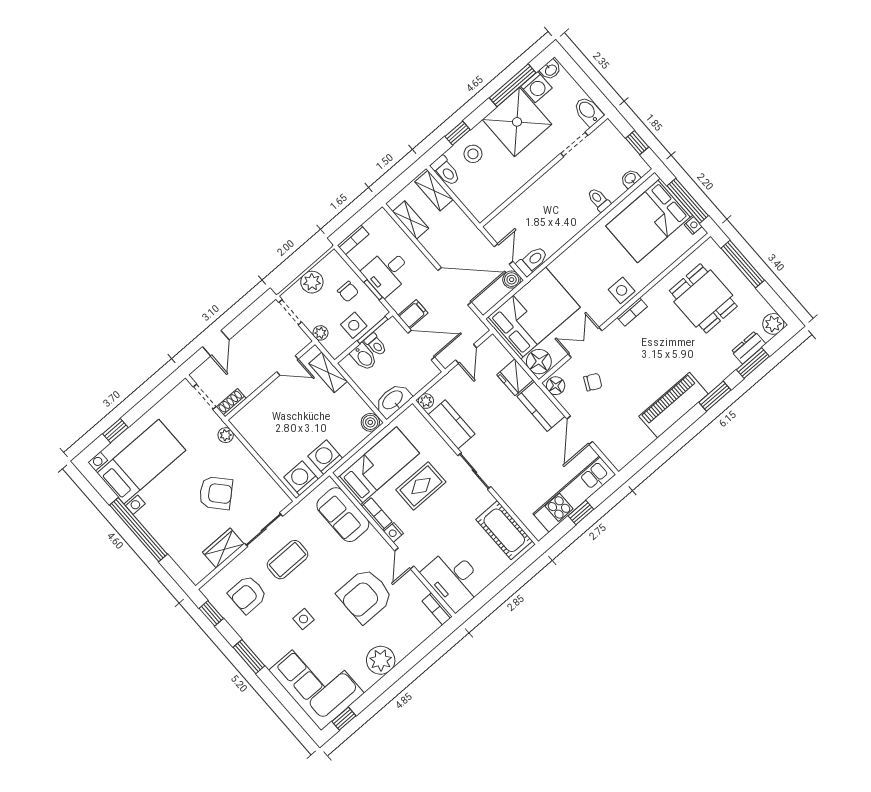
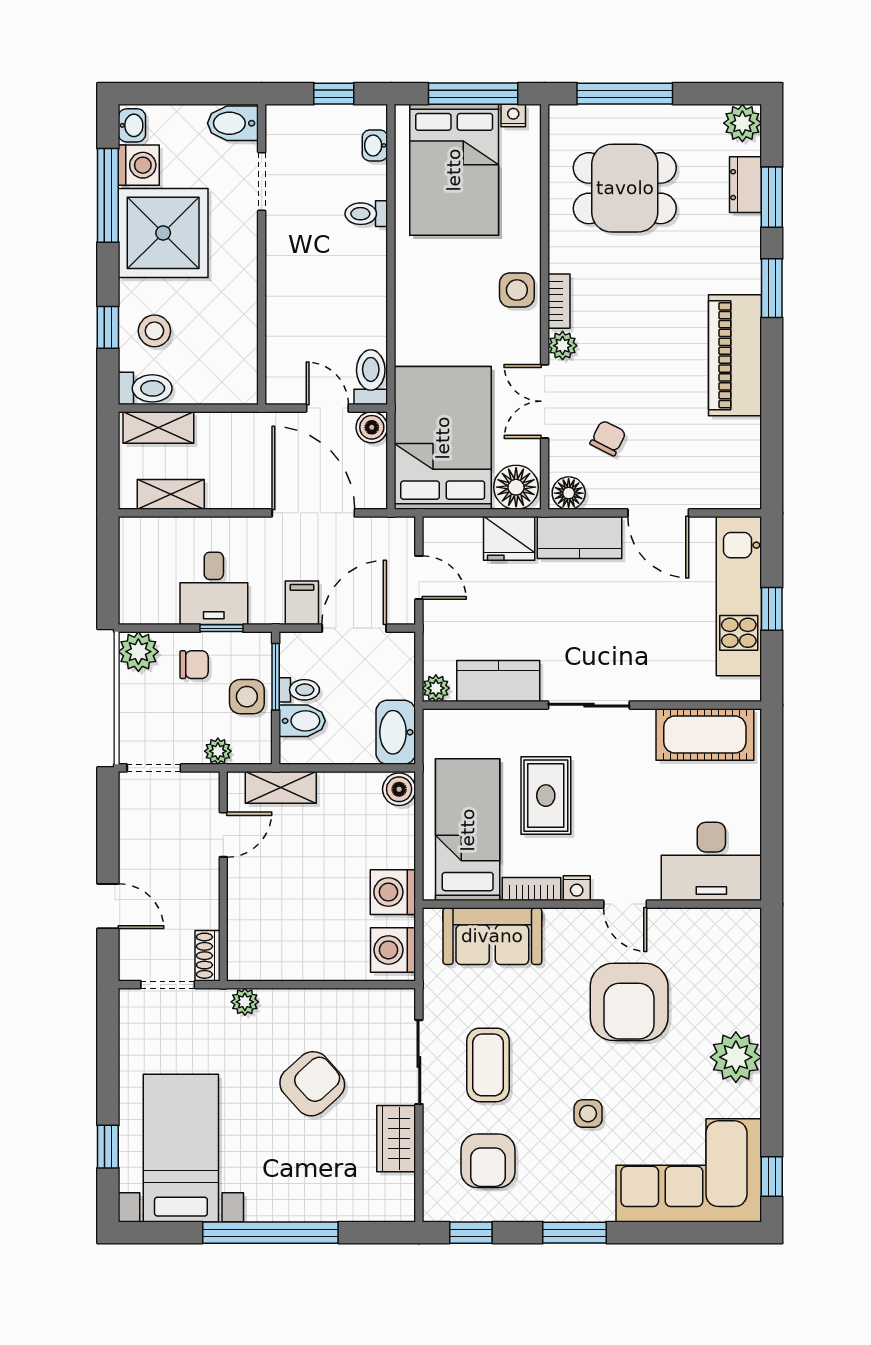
bookcase: (353, 240) -> (130, 596), removed
plant: (312, 282) -> (138, 652), moved
door: (455, 286) -> (313, 513), hinge flipped
plant: (615, 330) -> (563, 346), added
bookcase: (437, 609) -> (732, 919), removed

